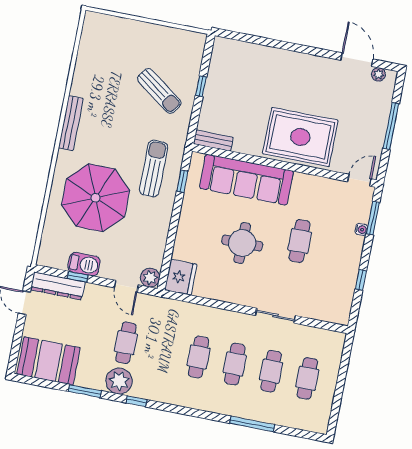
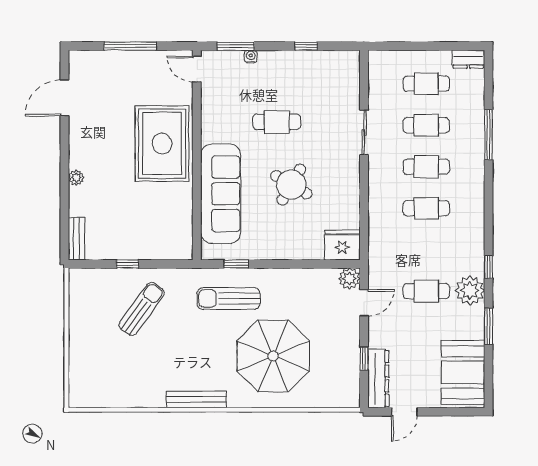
plant: (378, 74) -> (76, 178), moved
bench: (213, 141) -> (77, 239), moved
round table: (242, 243) -> (291, 185), turned 30
barbecue: (84, 264) -> (349, 354), removed
dresser: (322, 419) -> (468, 59), added

